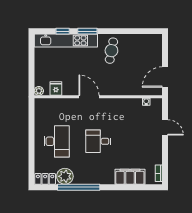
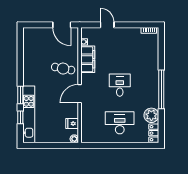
cafe table: (111, 51) -> (63, 69), moved
door: (165, 127) -> (107, 25), hinge flipped
desk: (98, 141) -> (120, 85), turned 180
filing cabinet: (130, 177) -> (88, 59), moved, turned 180
window: (79, 187) -> (161, 89), moved

